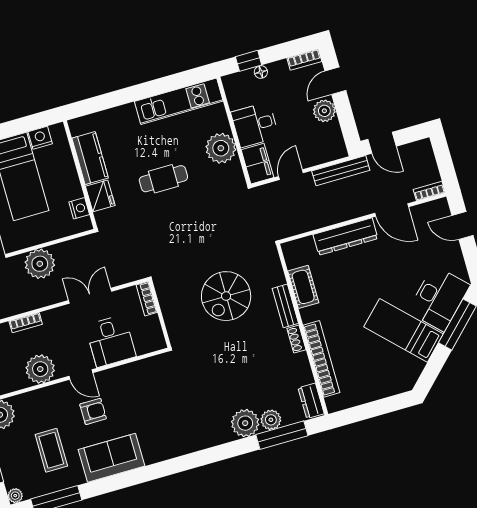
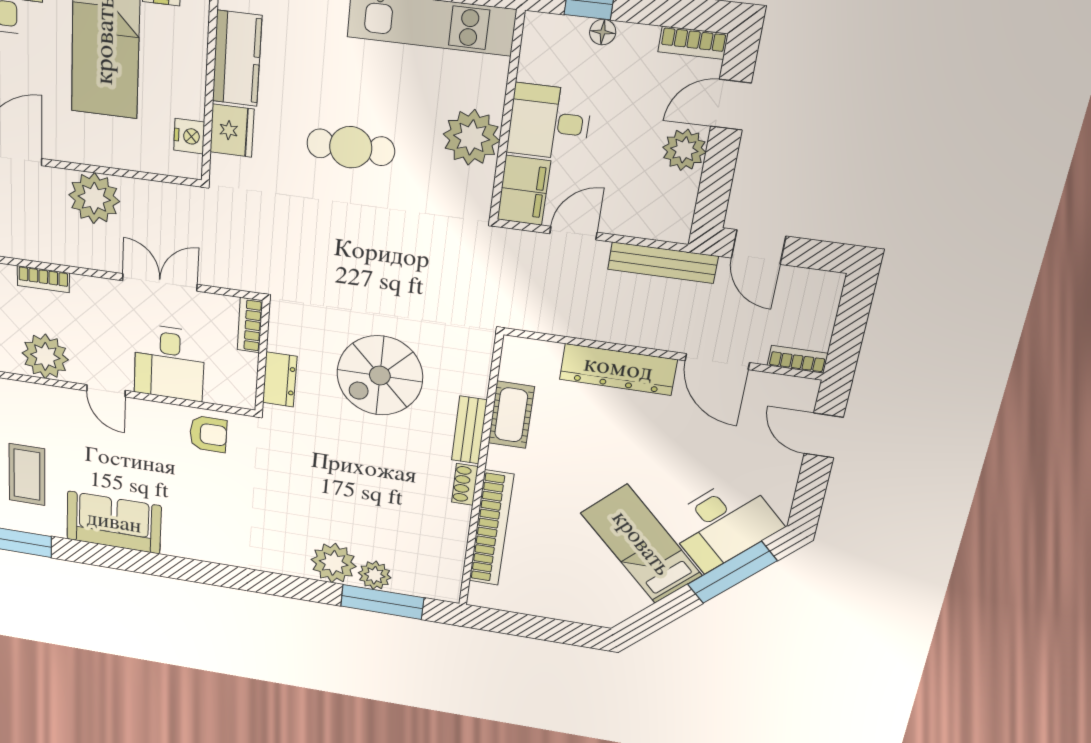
dresser: (311, 401) -> (280, 380), moved, turned 180
armchair: (93, 411) -> (208, 434), moved

